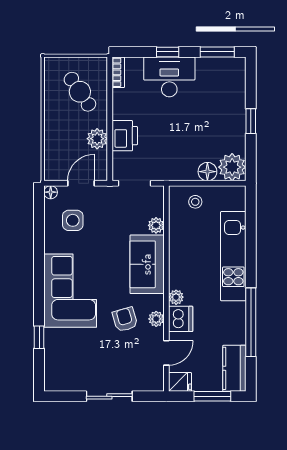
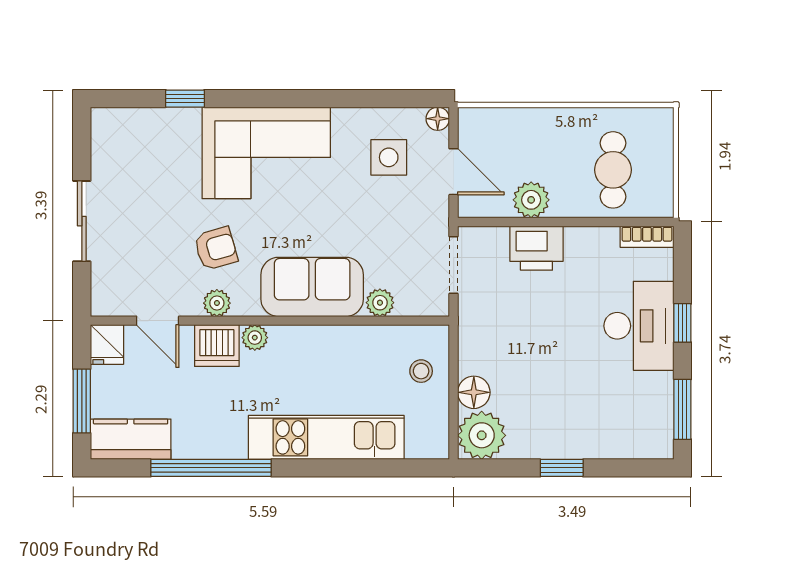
cafe table: (80, 92) -> (613, 170), turned -56

